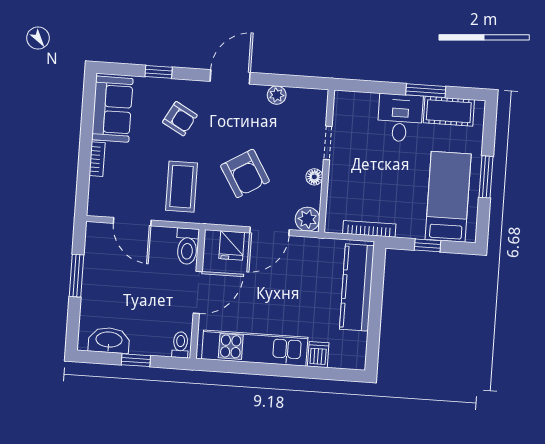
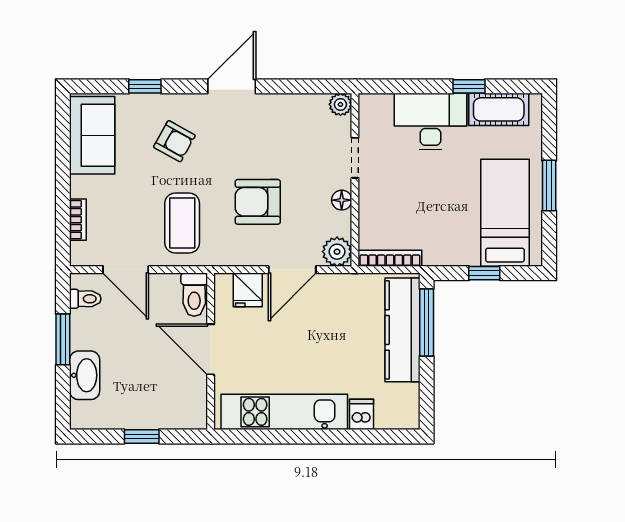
window: (426, 91) -> (469, 86), width x0.67
plant: (277, 95) -> (340, 104), moved
desk: (400, 118) -> (430, 122), width x1.37
bookcase: (97, 159) -> (78, 220), moved
armchair: (245, 173) -> (258, 202), turned 121
bookcase: (369, 229) -> (390, 258), moved
window: (377, 283) -> (427, 322), added
door: (198, 292) -> (211, 349), swing flipped
washbasin: (109, 340) -> (85, 375), moved, turned 90
toilet: (180, 345) -> (85, 299), moved, turned 90

